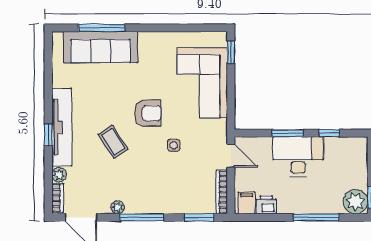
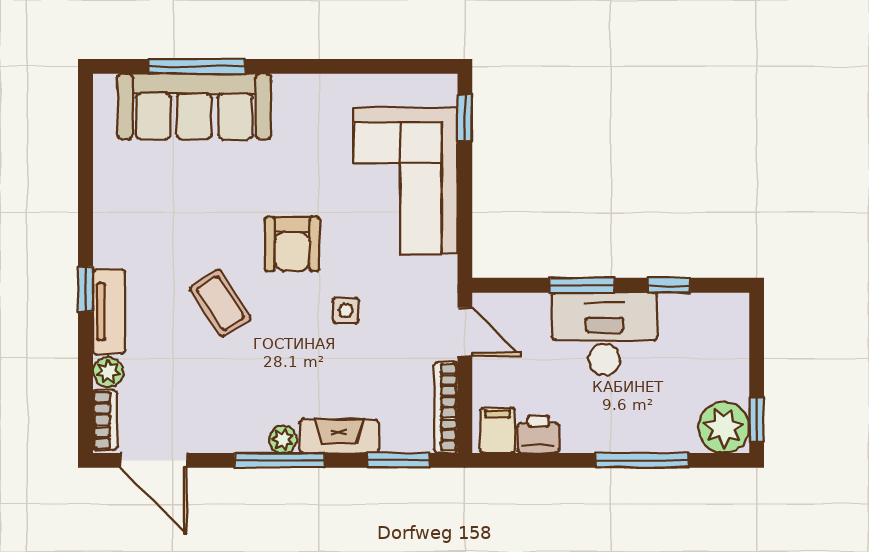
armchair: (148, 113) -> (292, 244), turned 90
tv unit: (62, 127) -> (109, 312), width x0.52, depth x0.78
fireplace: (170, 206) -> (339, 436), added
plant: (118, 207) -> (283, 439), moved

